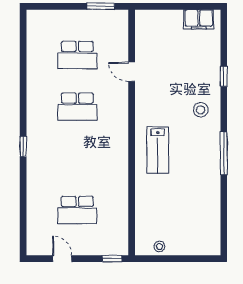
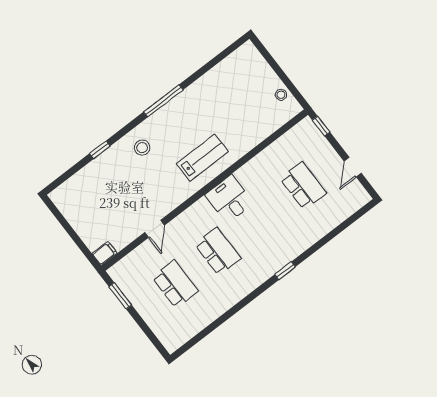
filing cabinet: (199, 19) -> (105, 253), moved, width x0.50
desk: (110, 146) -> (229, 199), added

